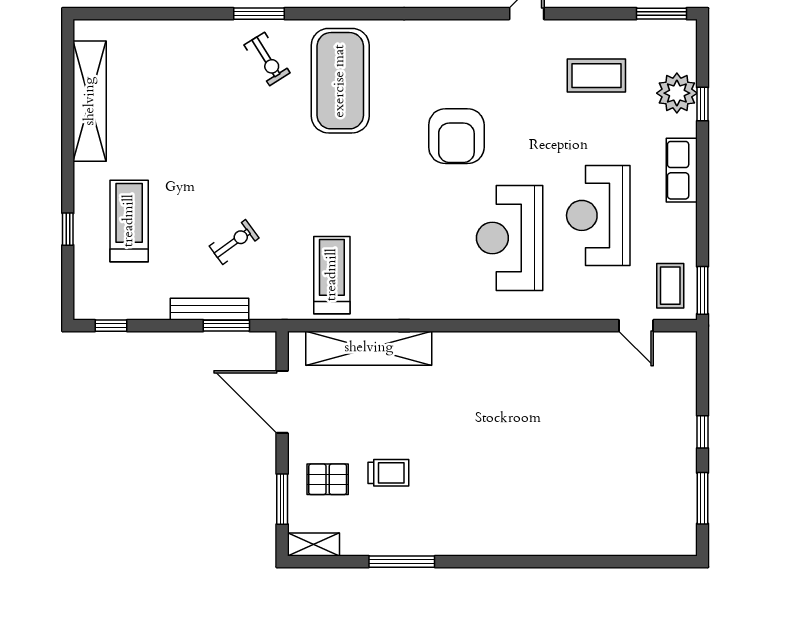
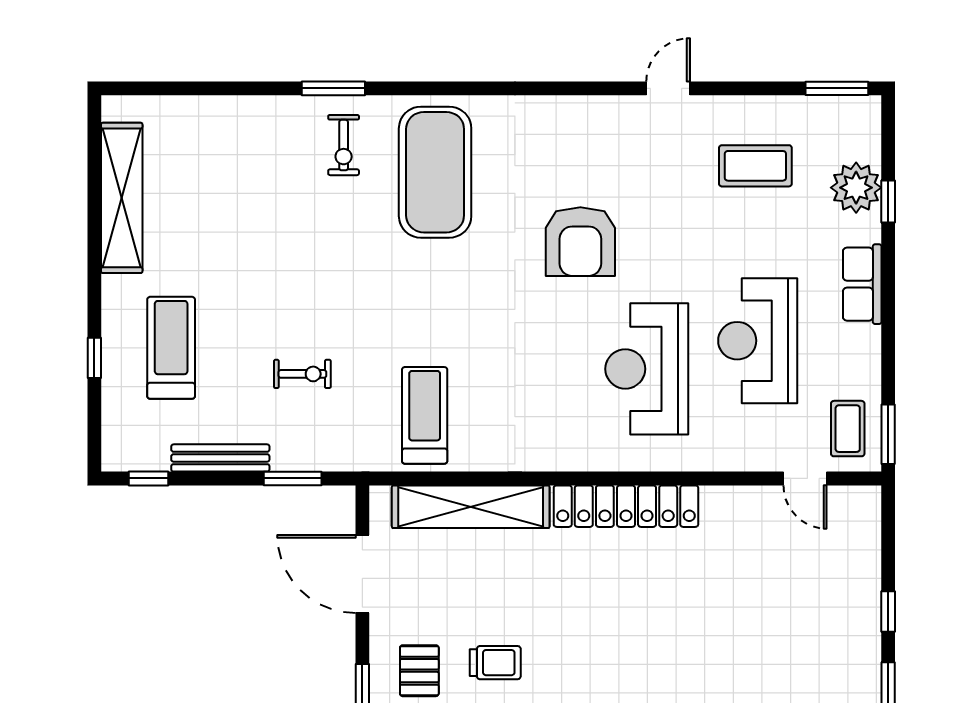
exercise bike: (267, 59) -> (344, 145), turned 32
exercise bike: (234, 242) -> (302, 374), turned 36
bench: (209, 309) -> (220, 458), moved
locker: (493, 348) -> (626, 506), added
pallet: (328, 479) -> (419, 671), turned 90

